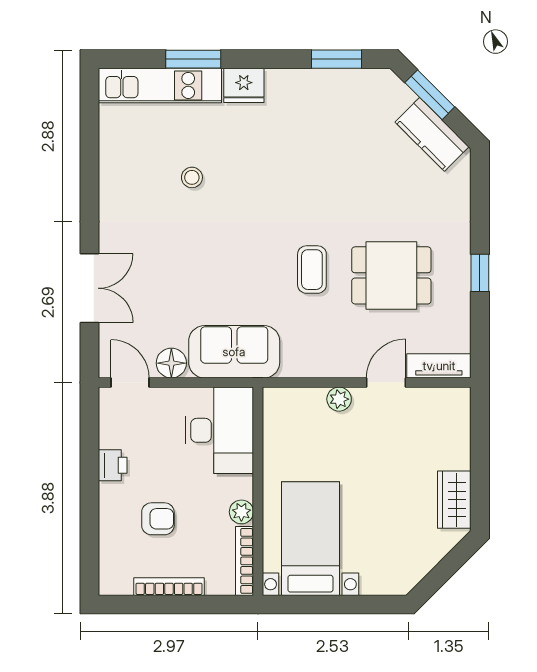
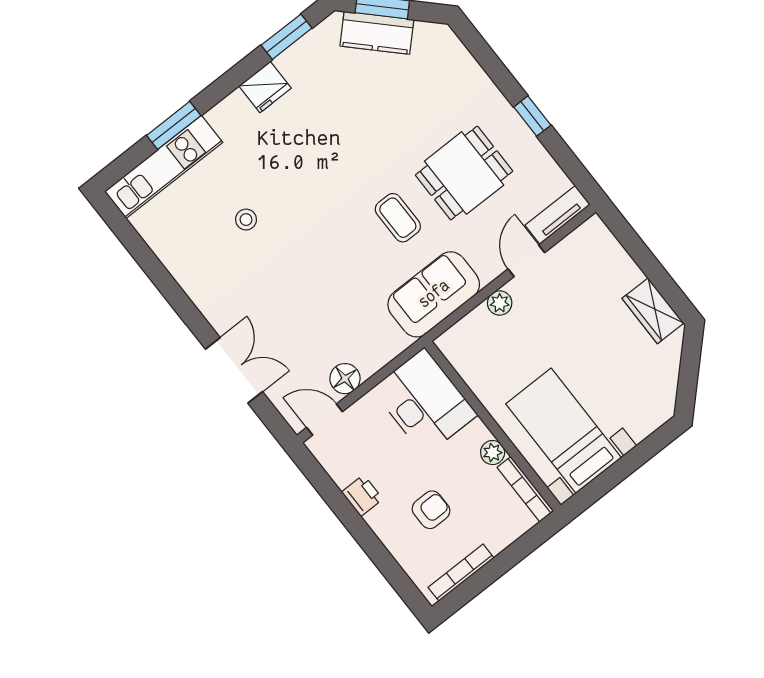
fridge: (244, 85) -> (265, 87), moved
kitchen counter: (432, 134) -> (377, 33), moved
sofa: (234, 352) -> (434, 294), moved
bookcase: (169, 587) -> (461, 573), moved

